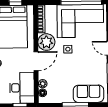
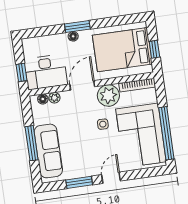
door: (36, 61) -> (82, 85), swing flipped
sofa: (88, 94) -> (48, 151), width x1.36

